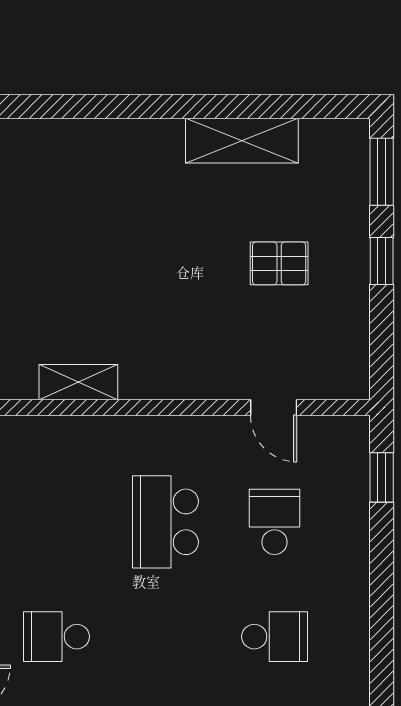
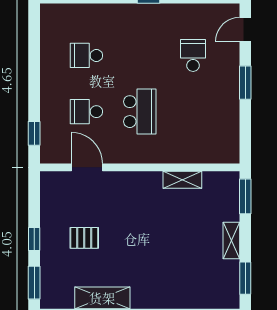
door: (274, 408) -> (87, 167), width x1.38
school desk: (275, 522) -> (86, 112), turned 90
school desk: (57, 637) -> (193, 55), turned -90

